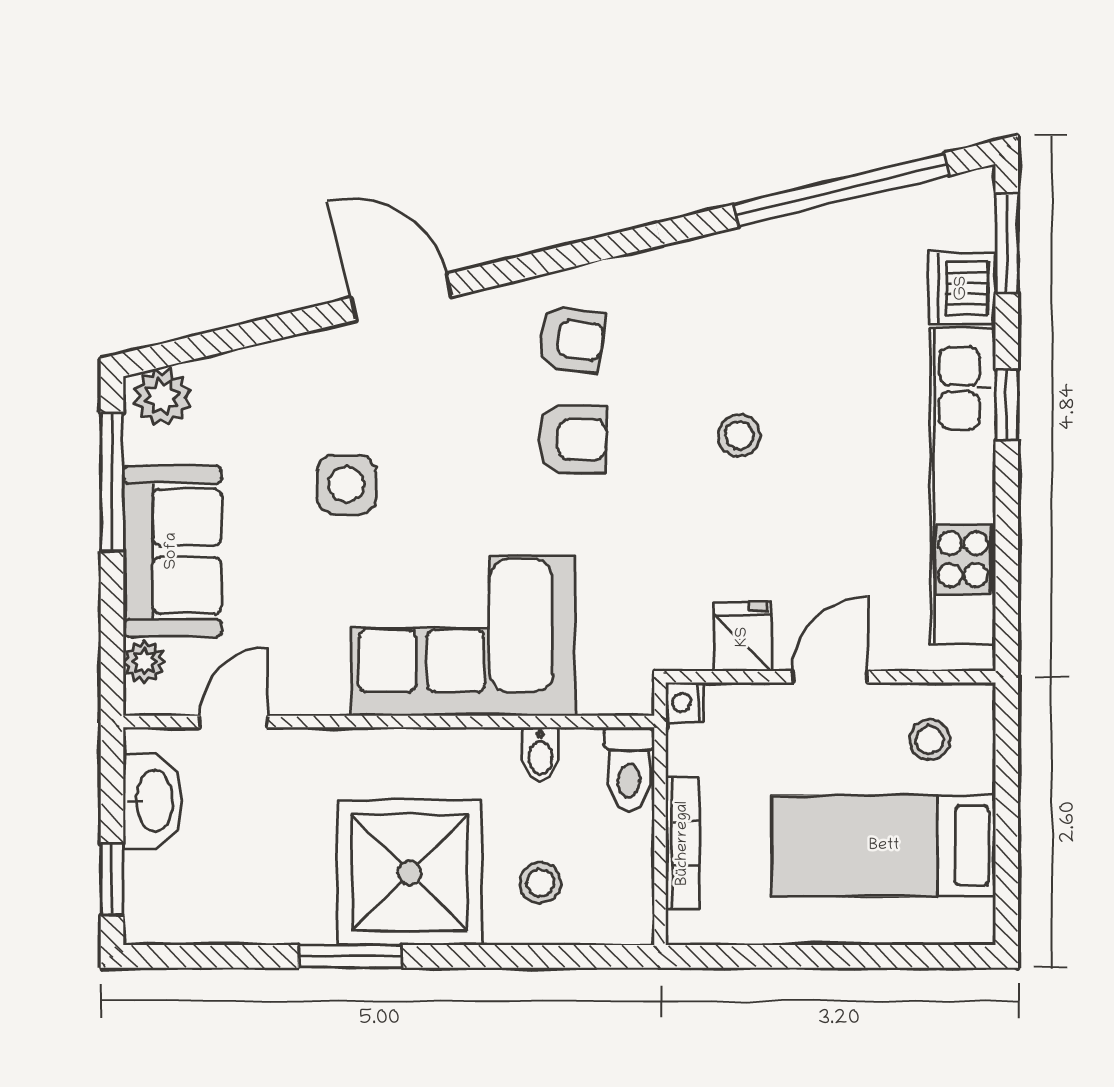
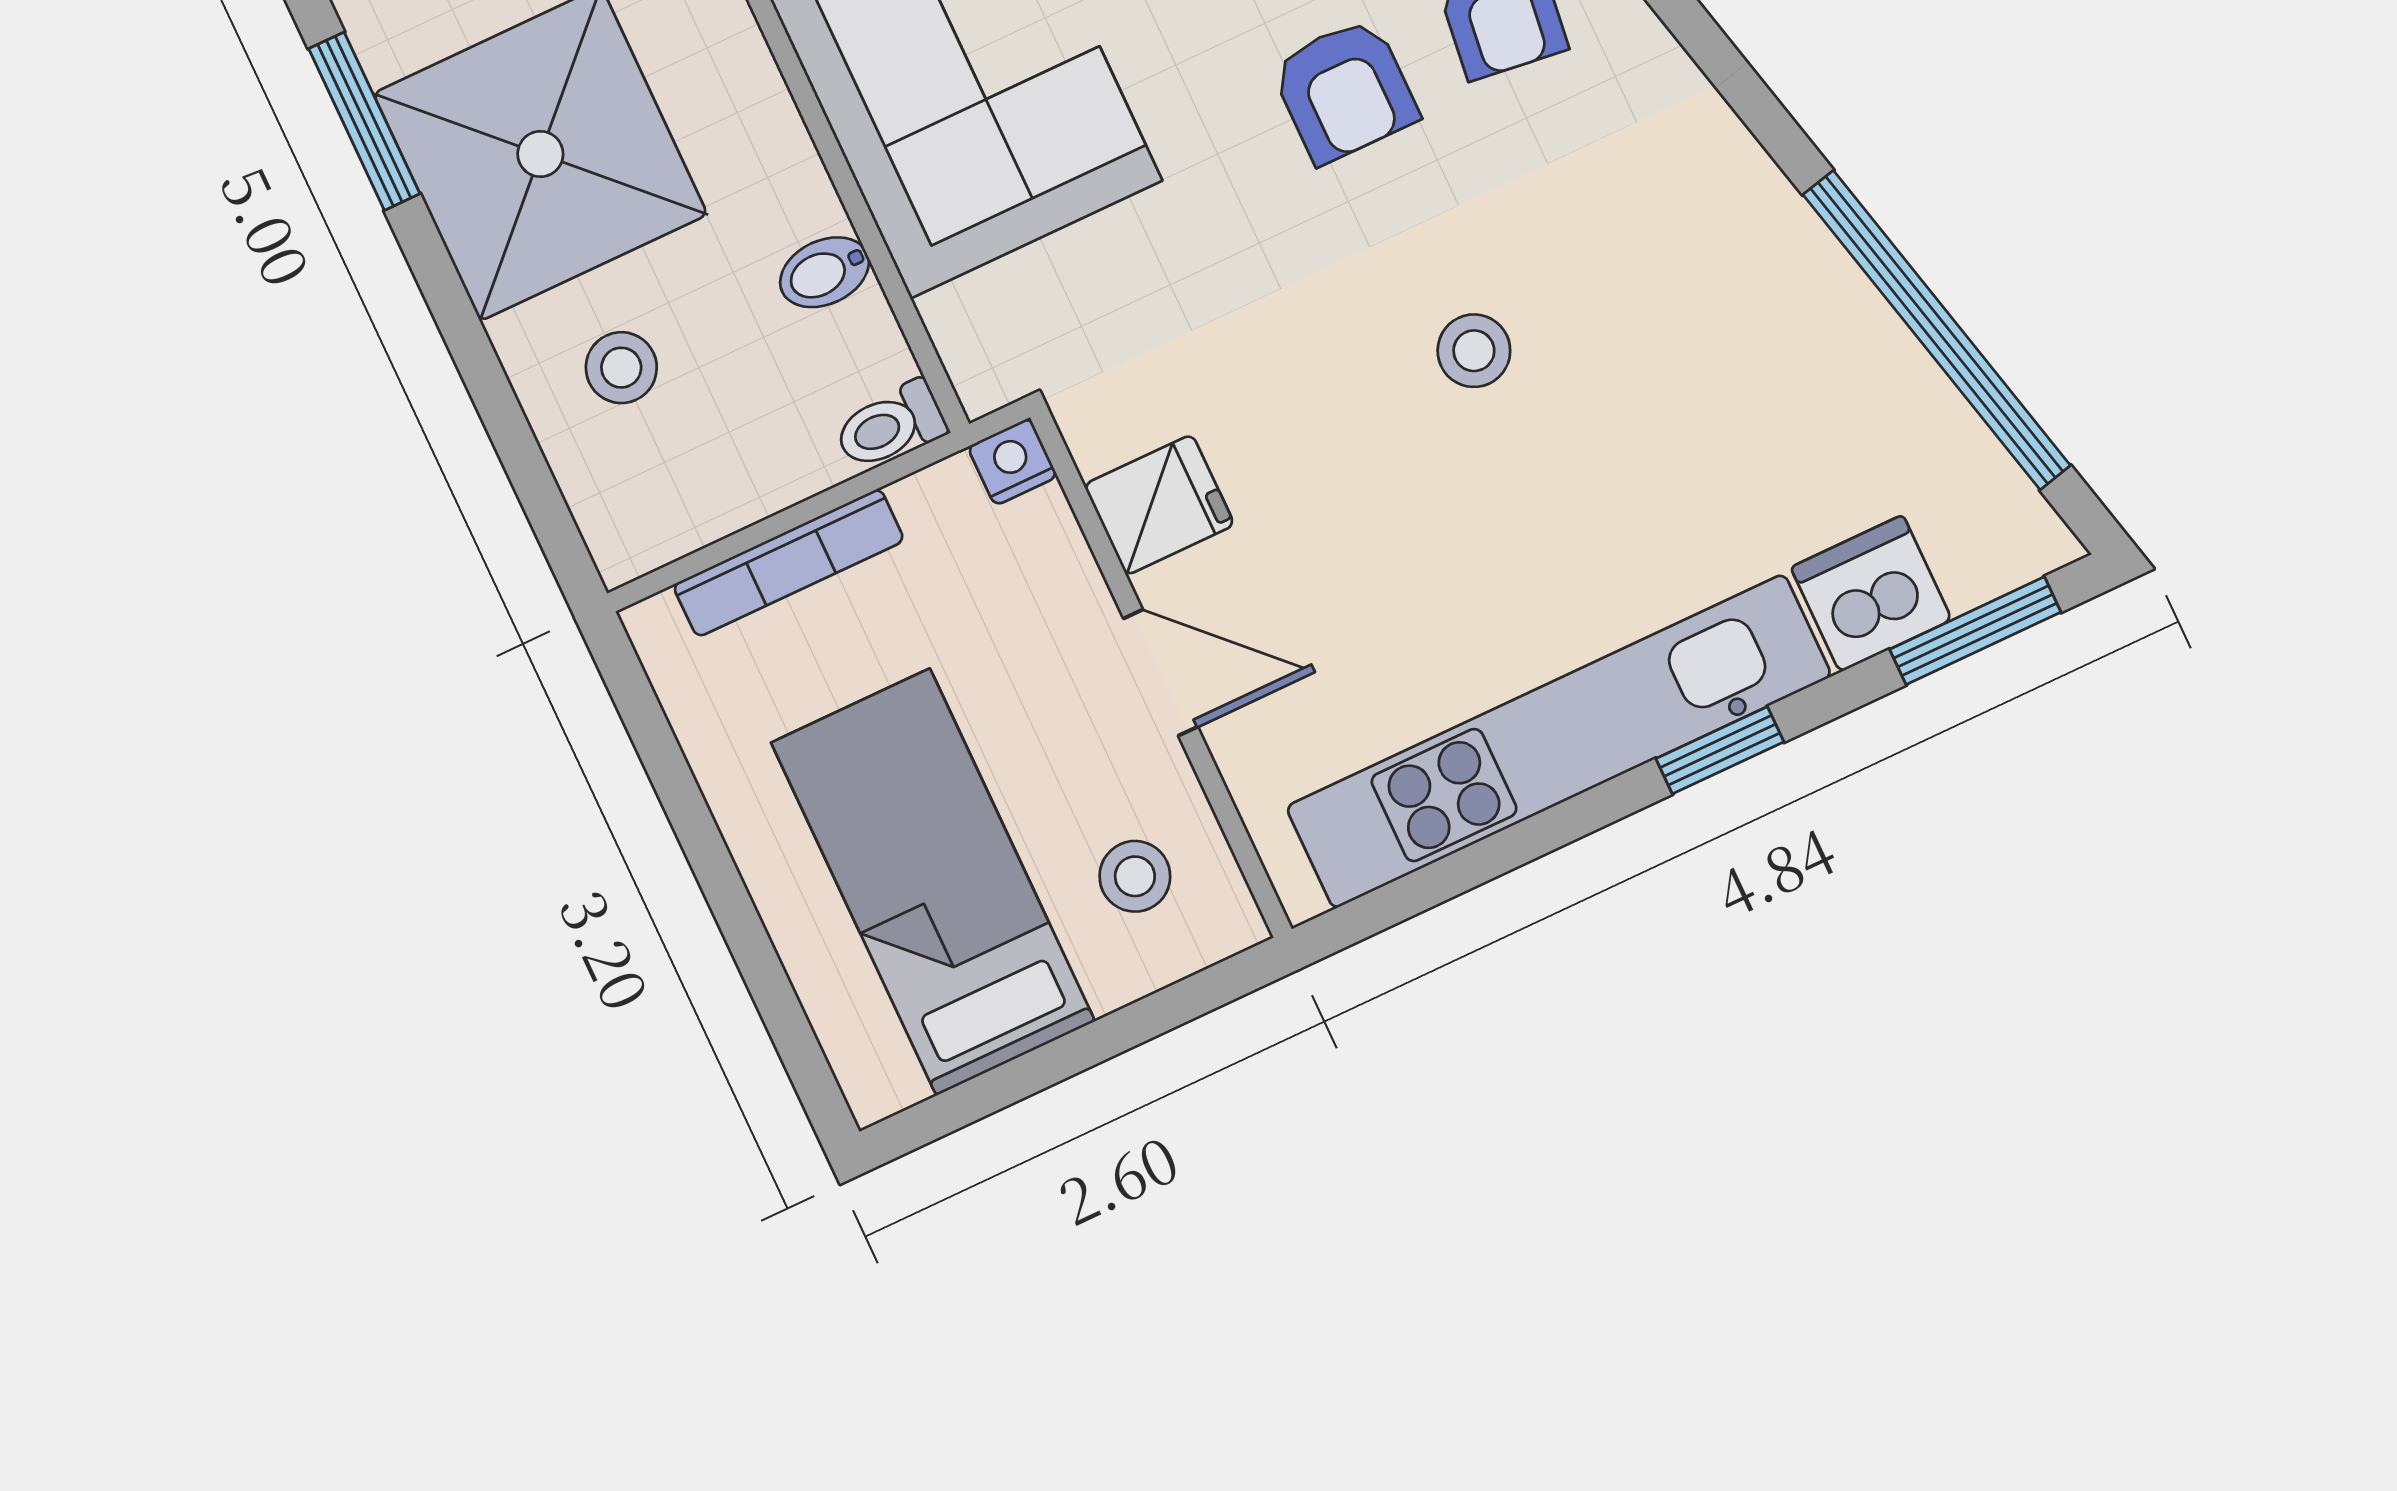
toilet: (629, 769) -> (890, 426), width x0.73, depth x0.72

